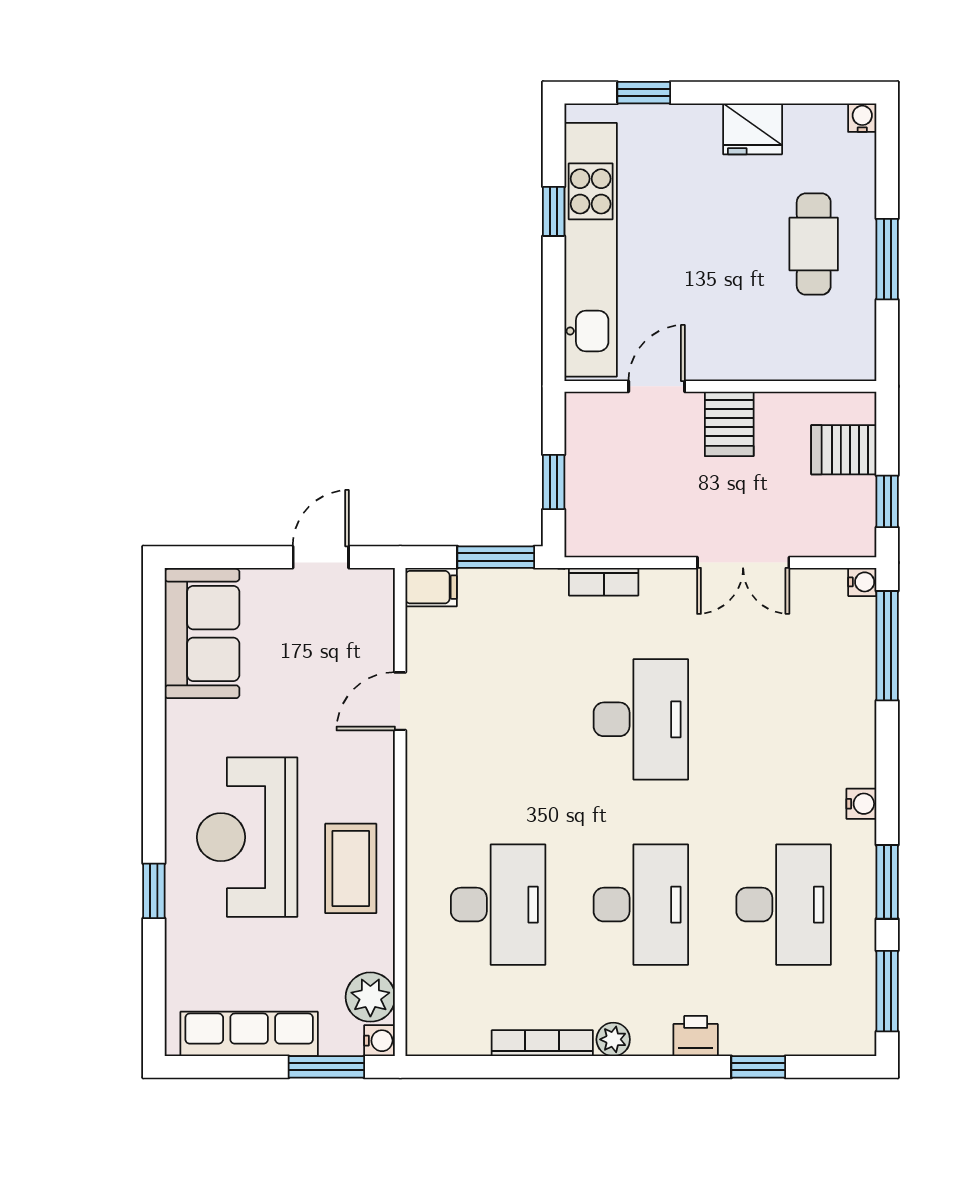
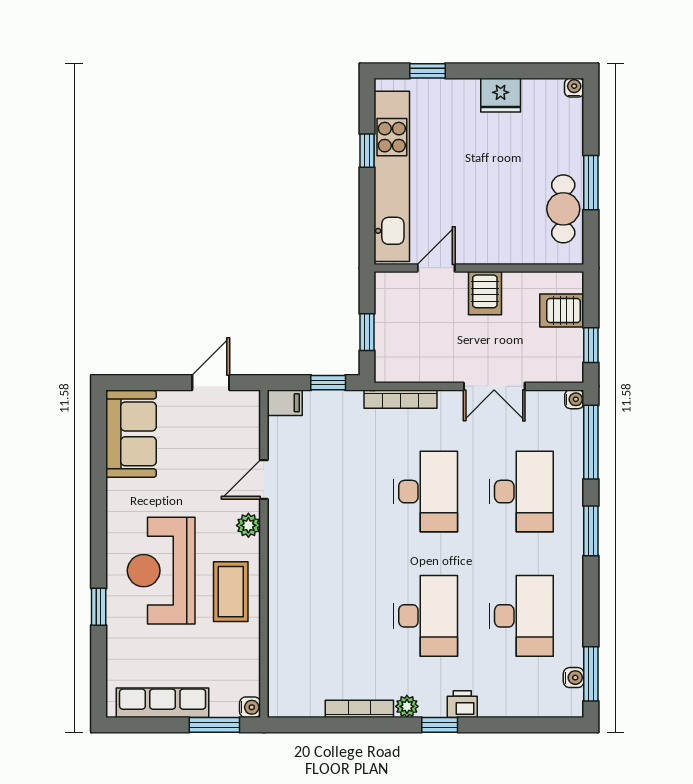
cafe table: (814, 244) -> (563, 209), moved
window: (496, 557) -> (328, 383), width x0.67
bookcase: (604, 582) -> (401, 399), width x1.56
water cooler: (861, 804) -> (574, 678), moved
window: (887, 882) -> (591, 531), moved
desk: (498, 905) -> (521, 492), moved
plant: (370, 997) -> (248, 525), moved, width x0.73, depth x0.73
window: (758, 1067) -> (440, 725), moved

